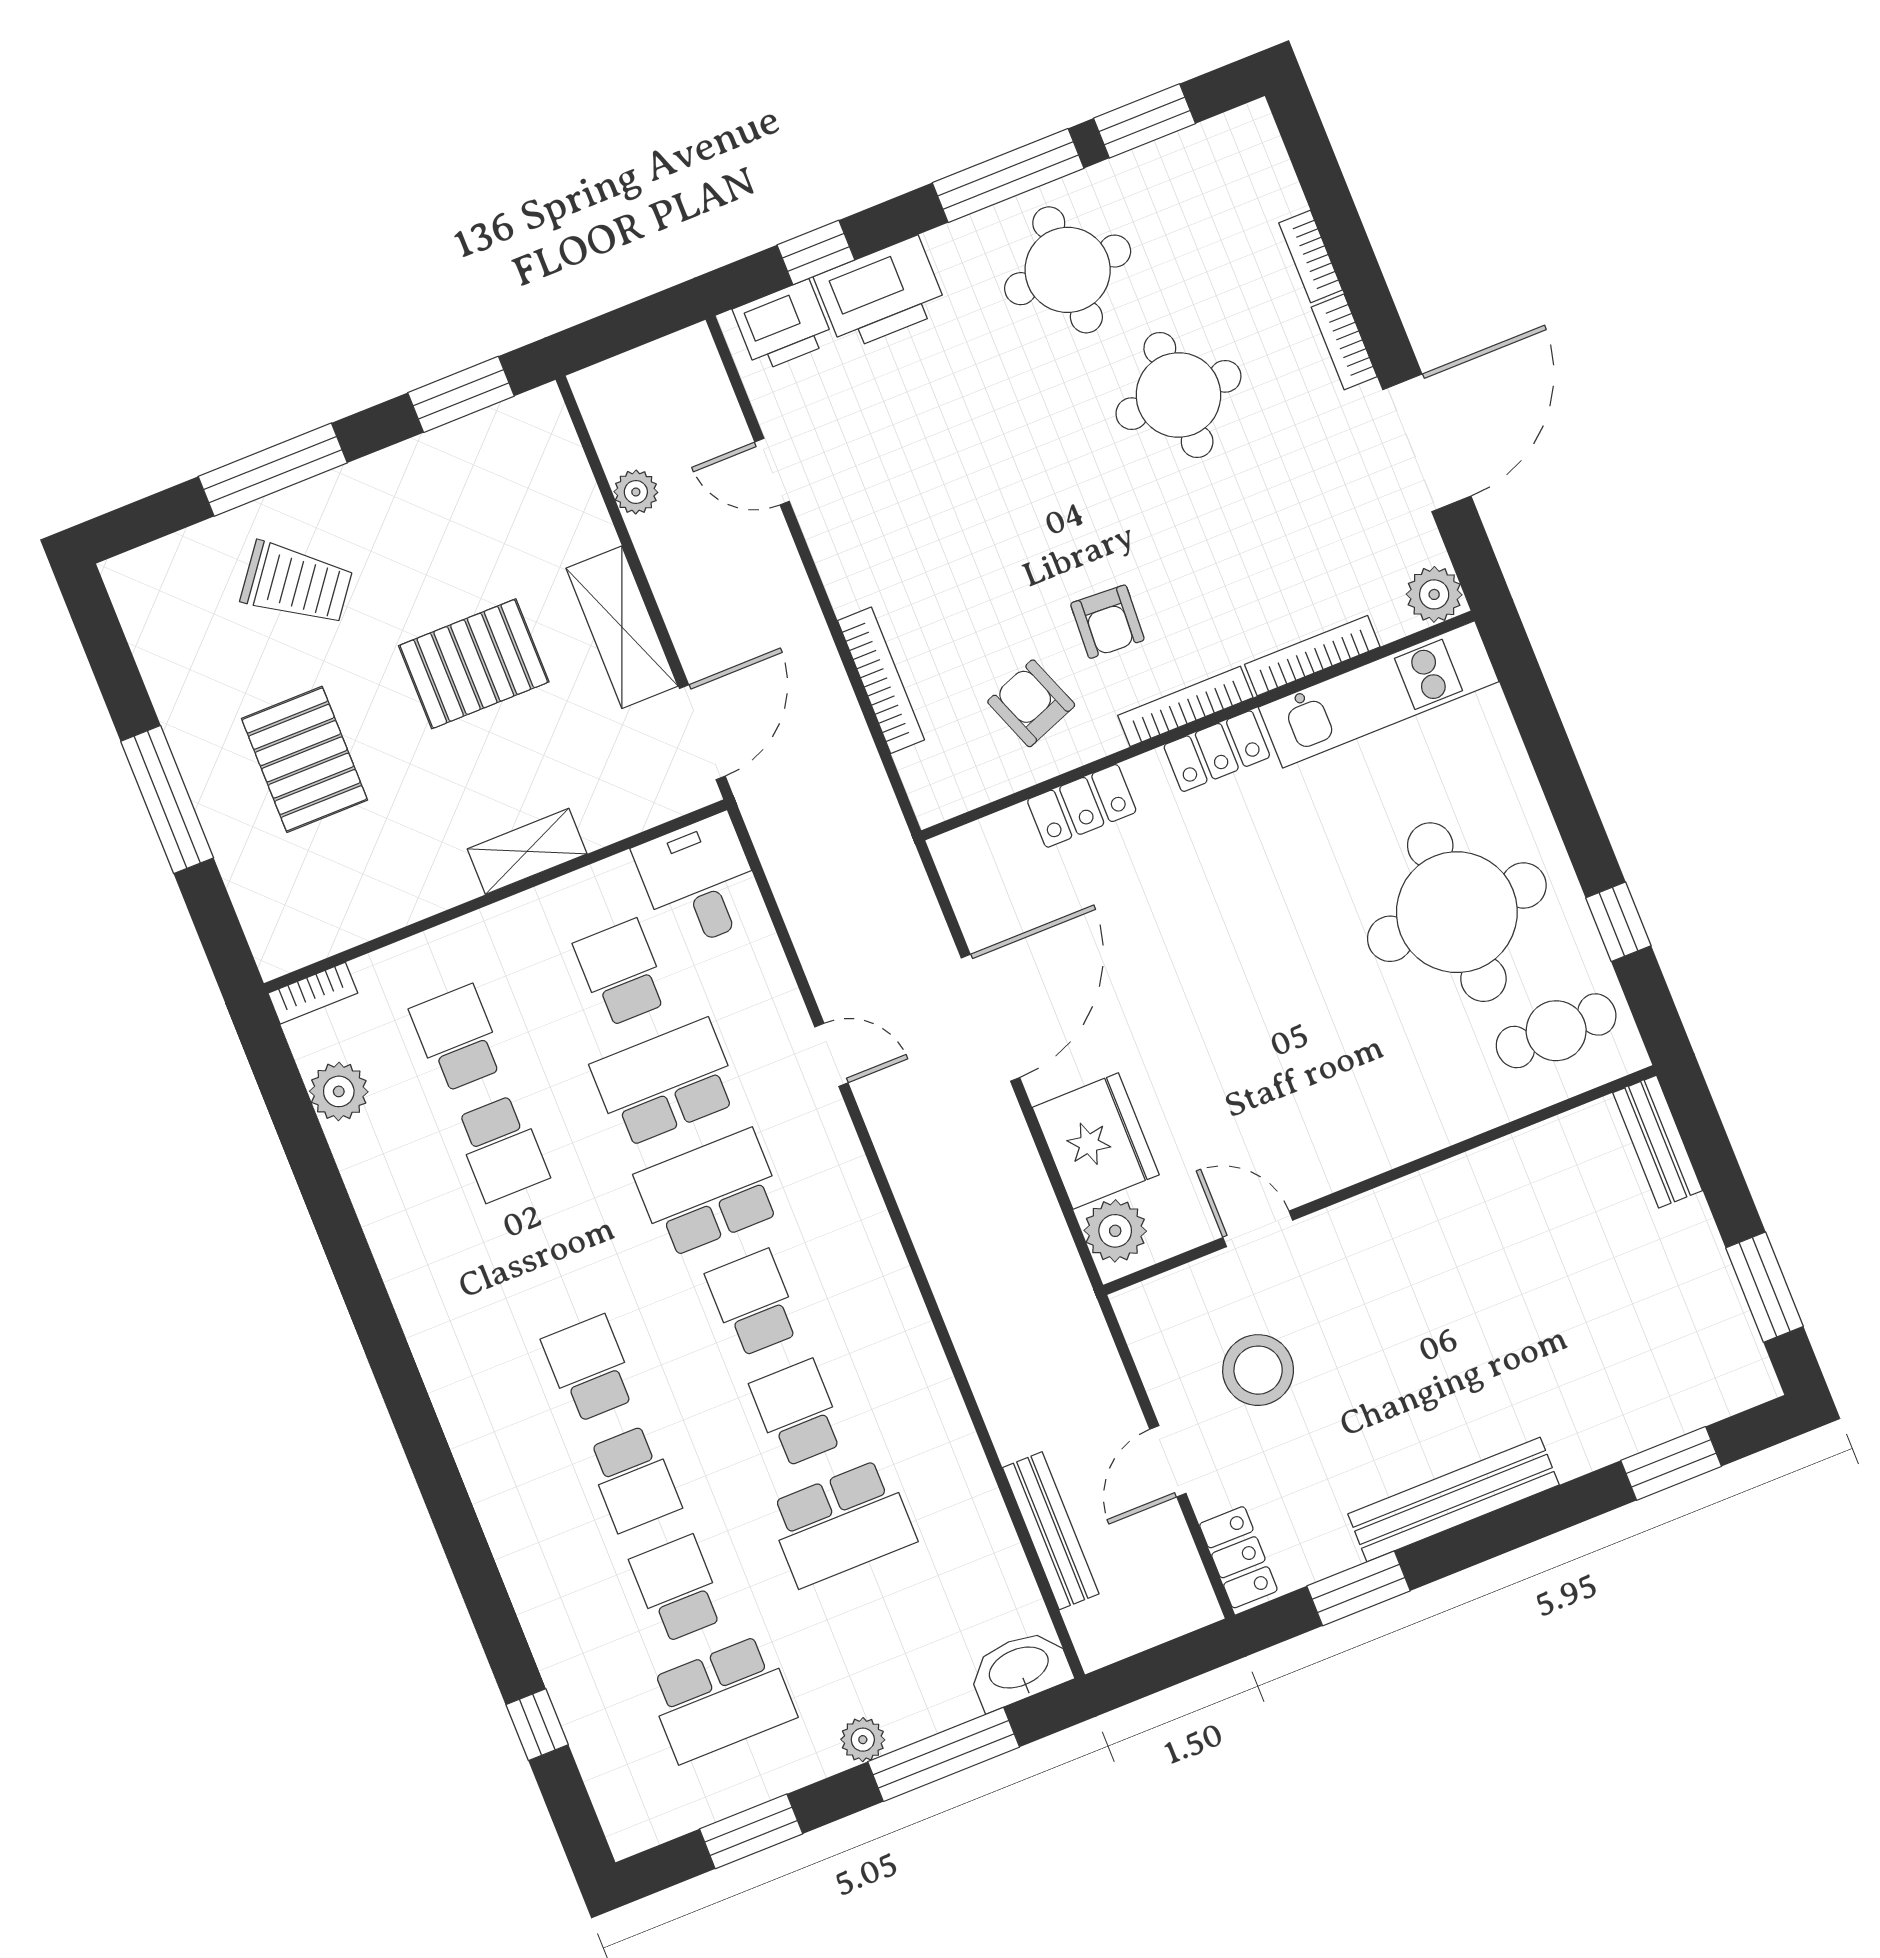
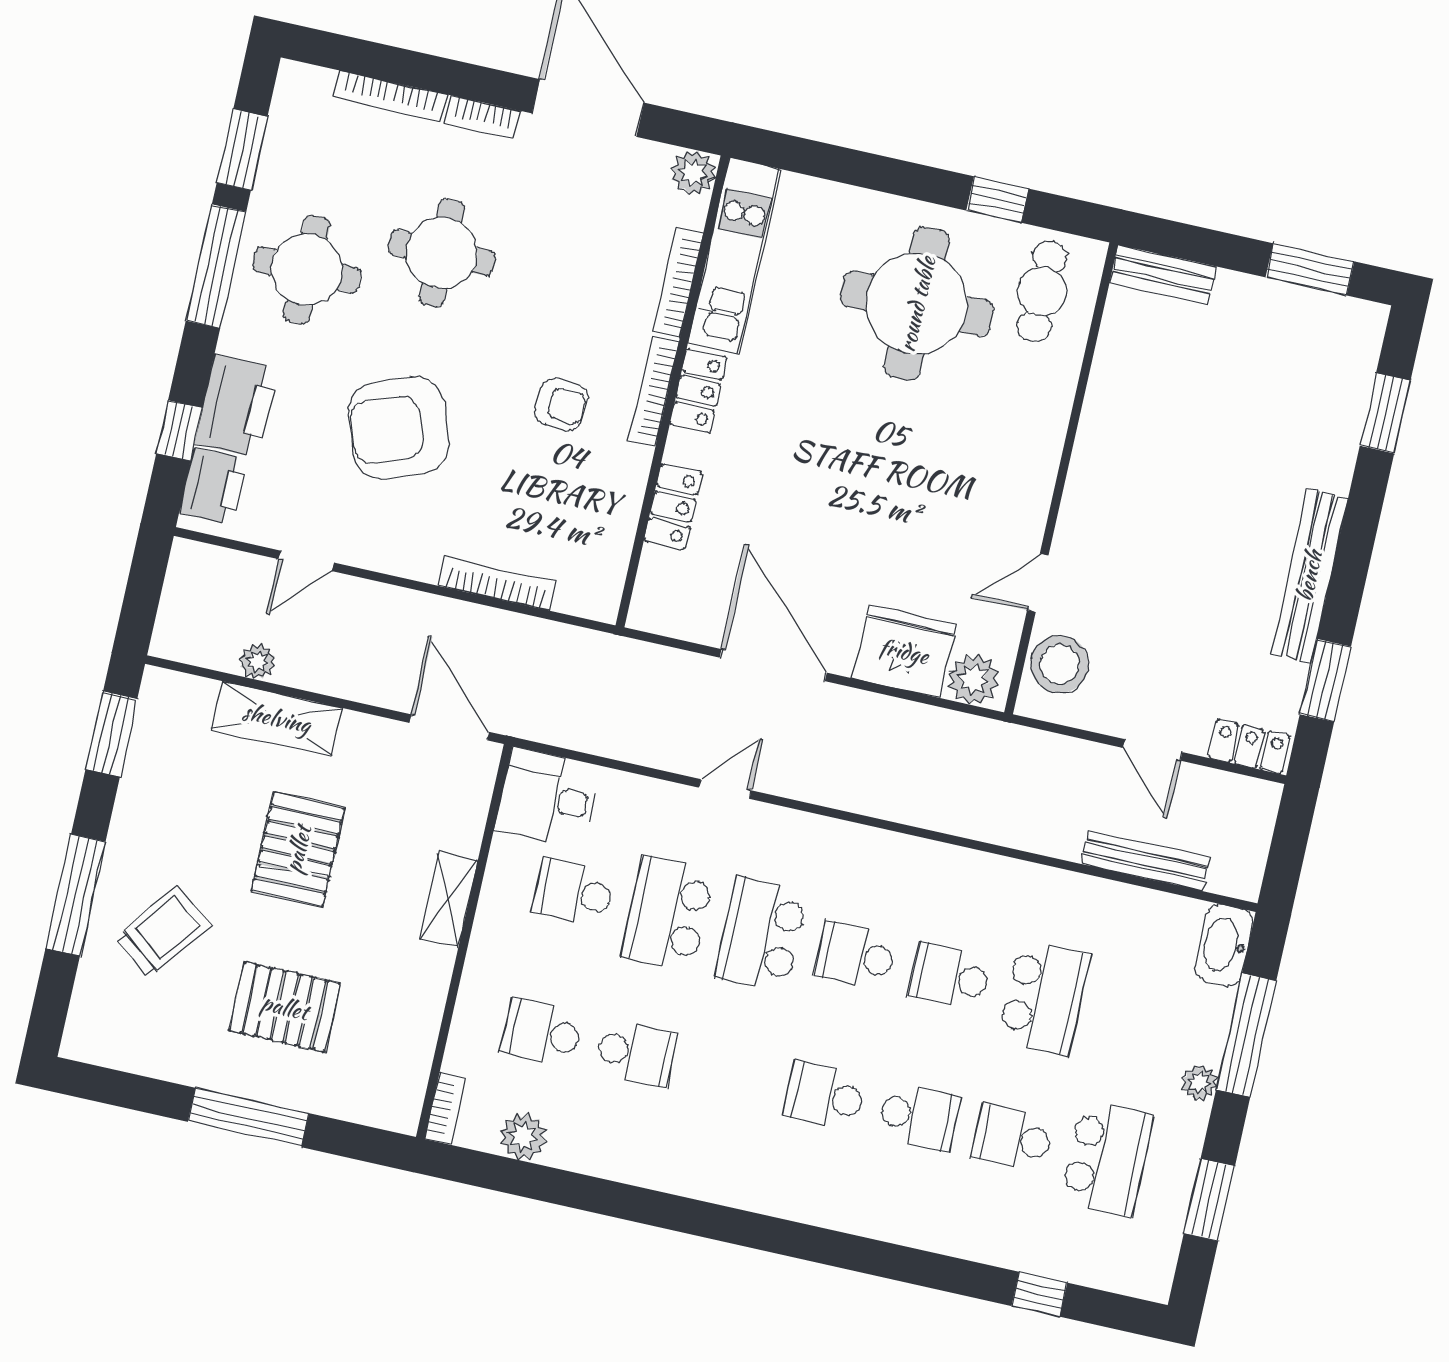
bookcase: (1311, 256) -> (390, 96), width x1.56
shelving: (622, 627) -> (277, 718), moved
armchair: (1031, 703) -> (398, 428), moved, width x1.88, depth x1.88
stool: (1258, 1370) -> (1059, 664), moved

